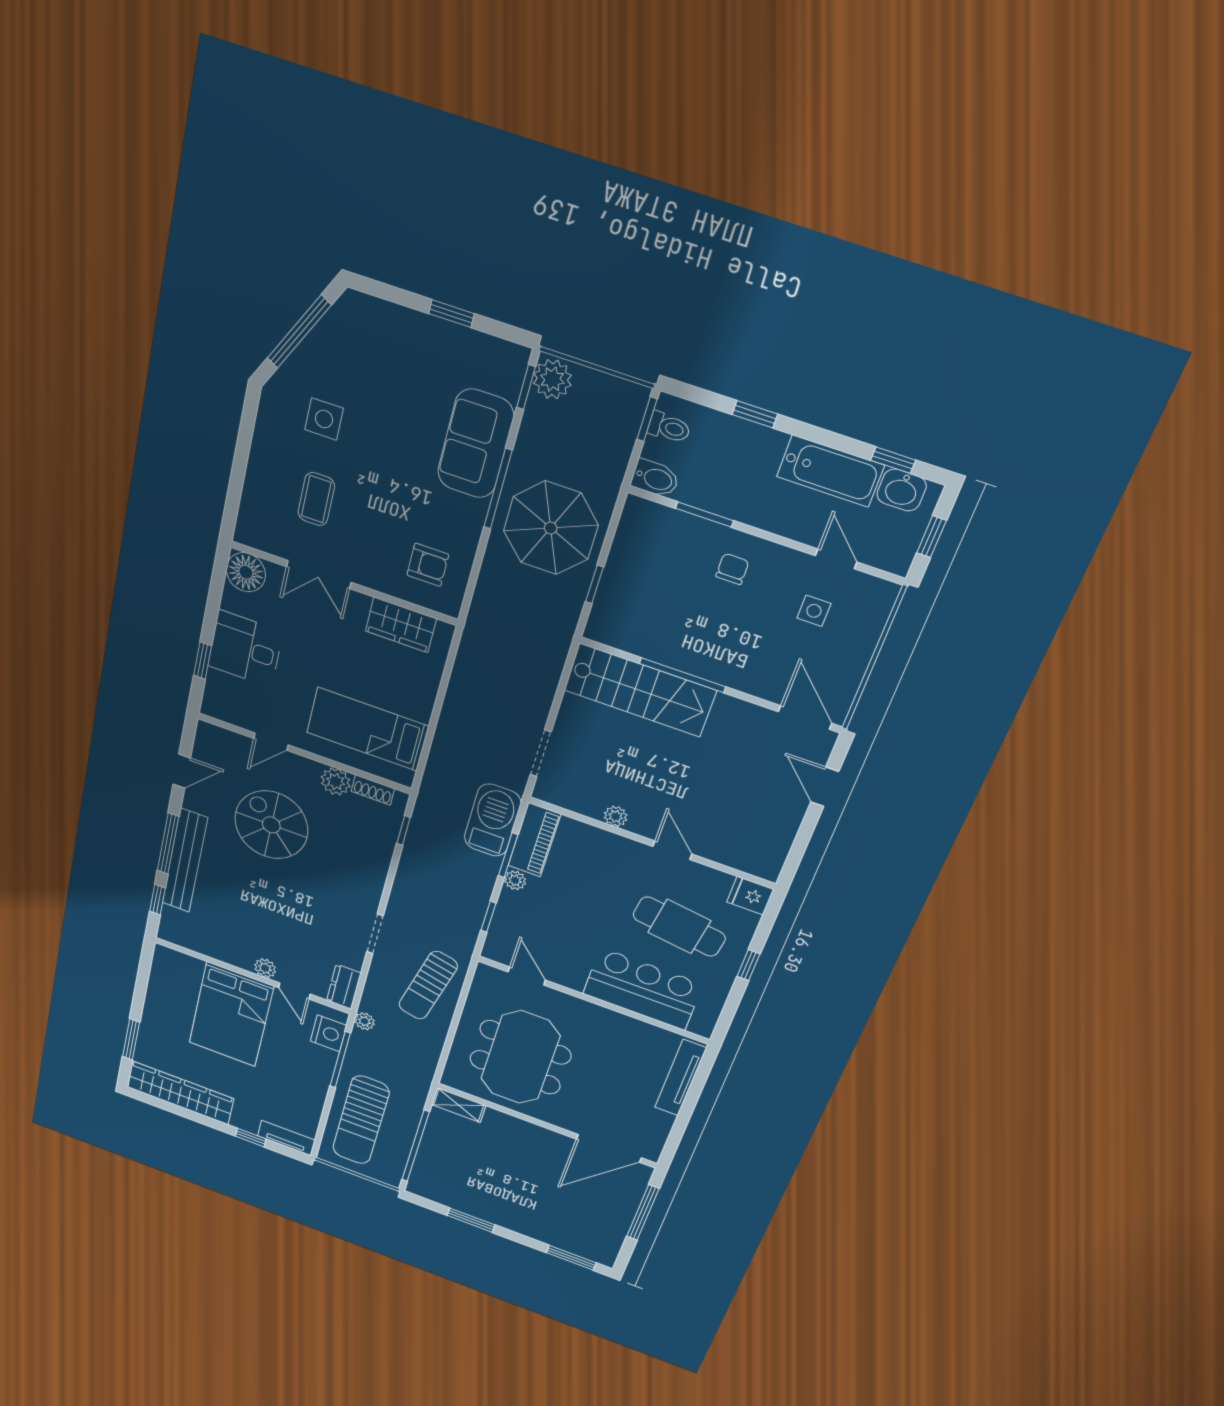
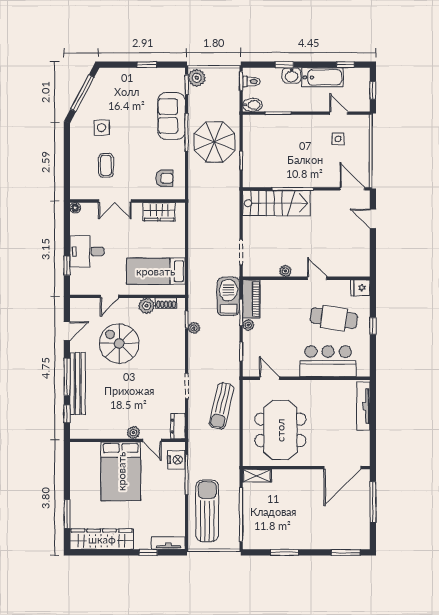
washbasin: (902, 490) -> (292, 75), moved
chair: (732, 569) -> (298, 133), removed
floor lamp: (246, 572) -> (75, 208), width x0.53, depth x0.53
plant: (365, 1021) -> (194, 328), moved
sun lounger: (361, 1120) -> (207, 511), turned 180

